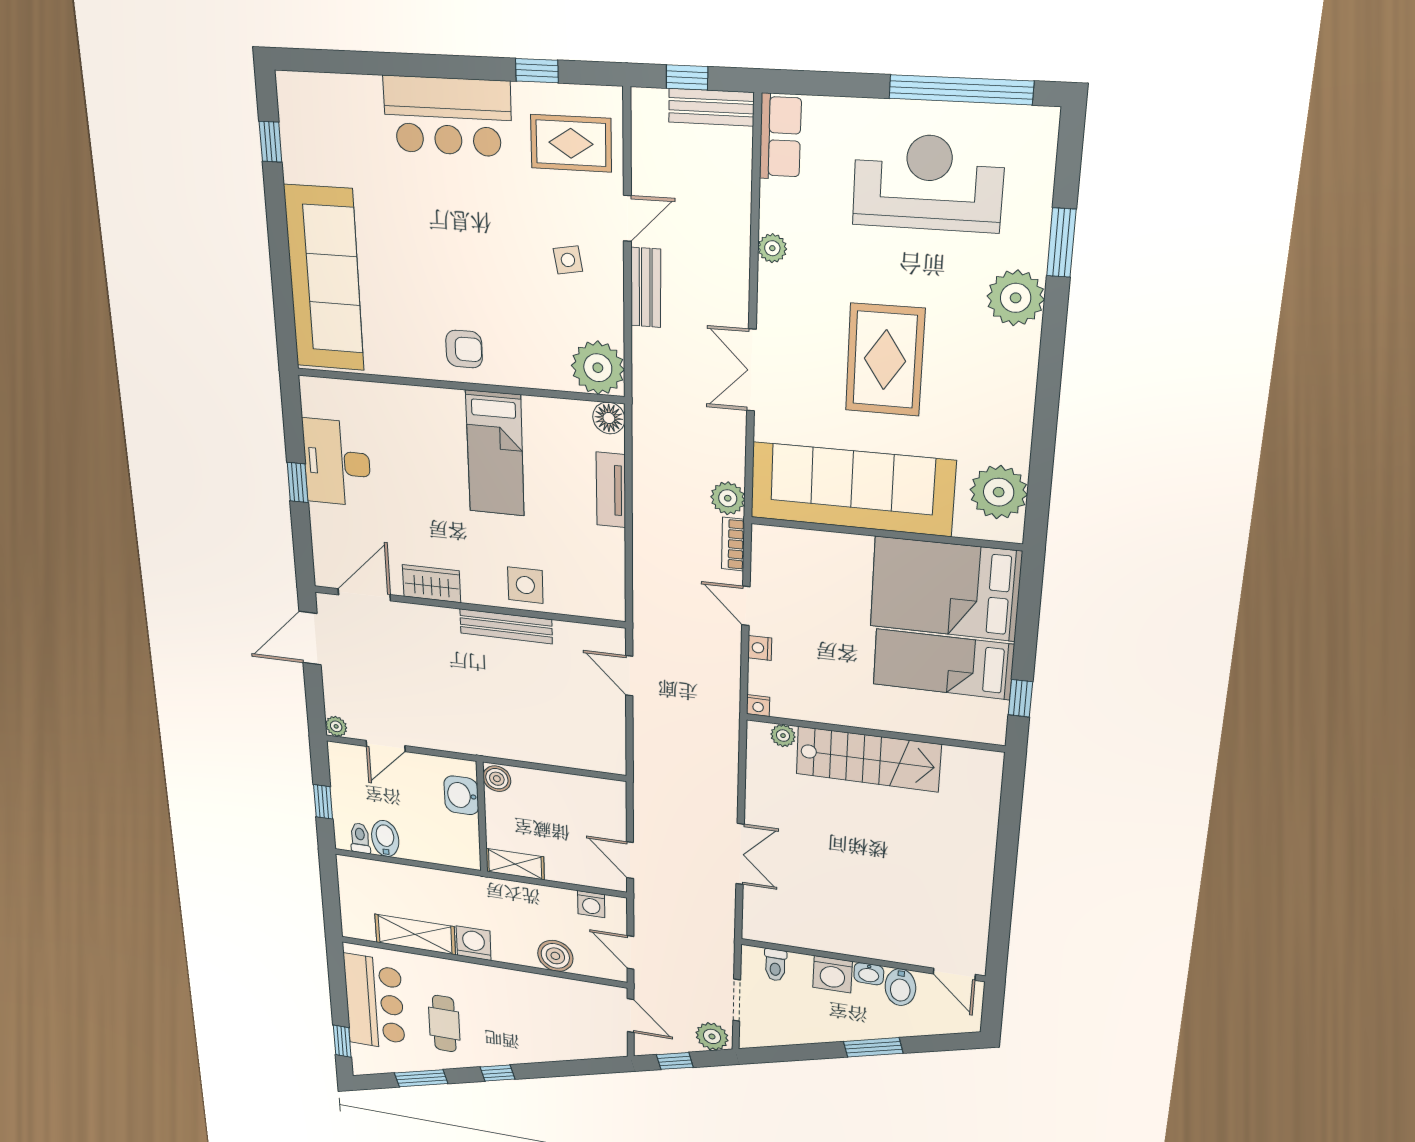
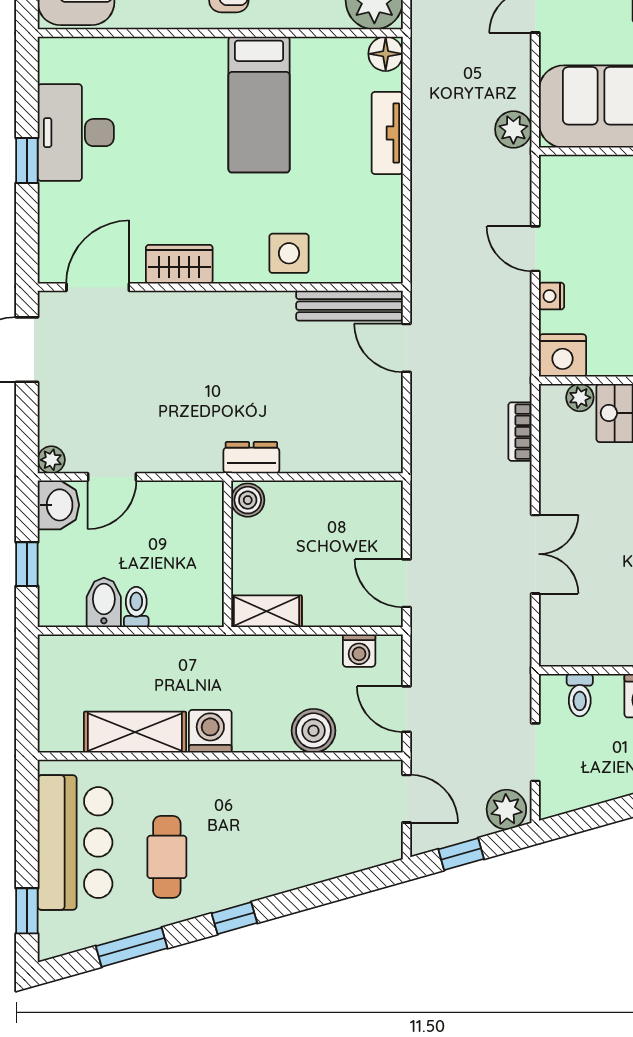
bookcase: (733, 544) -> (520, 432), moved
bench: (506, 626) -> (349, 306), moved
nightstand: (758, 706) -> (563, 355), width x1.89, depth x1.79
dresser: (499, 746) -> (251, 458), added
washbasin: (461, 795) -> (58, 505), moved, turned 180
toilet: (360, 838) -> (136, 607), moved

